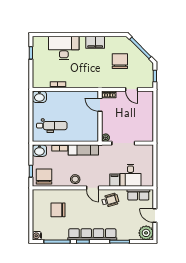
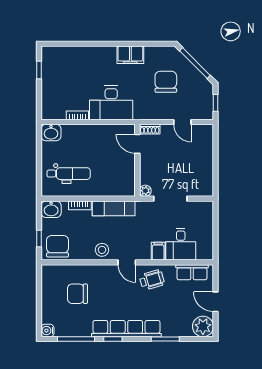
desk: (64, 48) -> (111, 103), moved, turned 180

